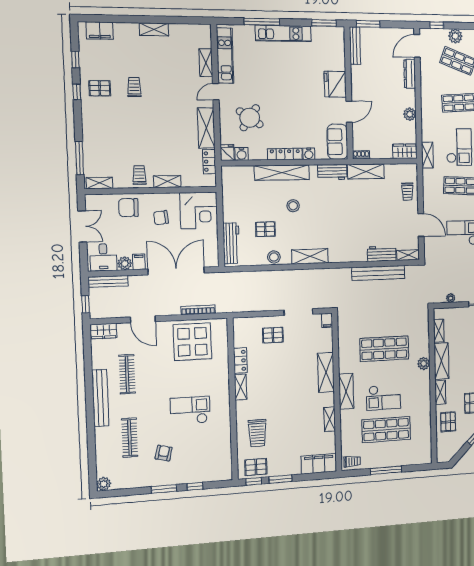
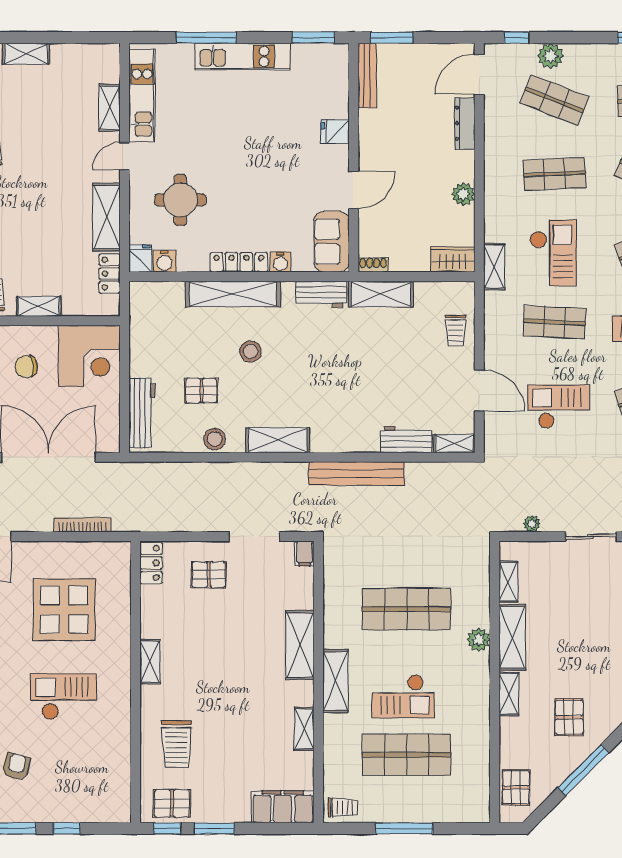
fridge: (335, 84) -> (335, 132), width x0.53, depth x0.75
round table: (250, 118) -> (180, 200), turned -34
bench: (378, 273) -> (356, 474), moved
display table: (192, 342) -> (64, 610), moved
locker: (240, 361) -> (151, 563), moved
pallet: (448, 422) -> (516, 787), moved

